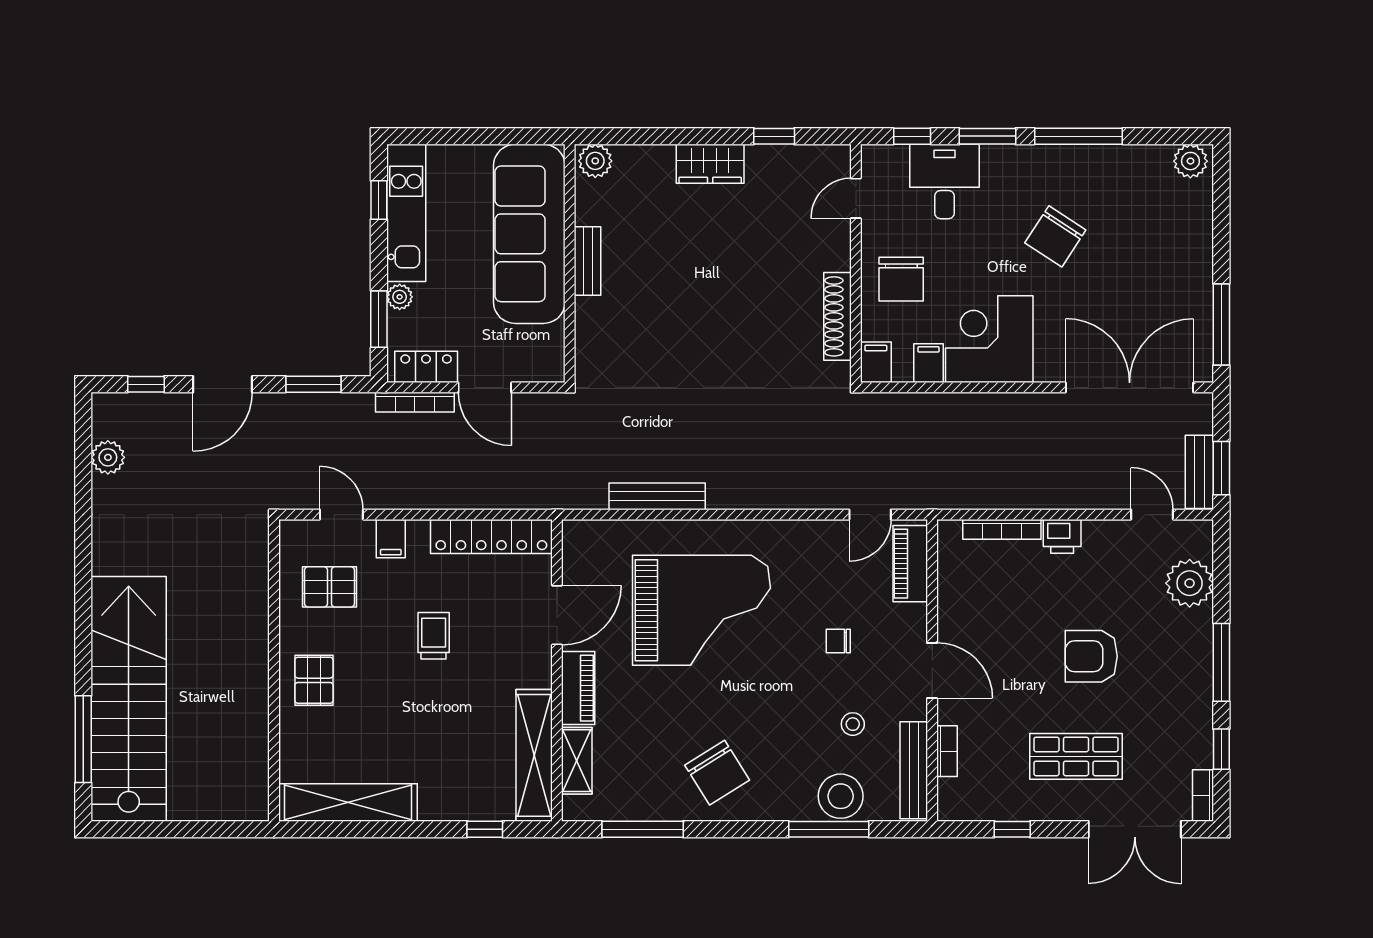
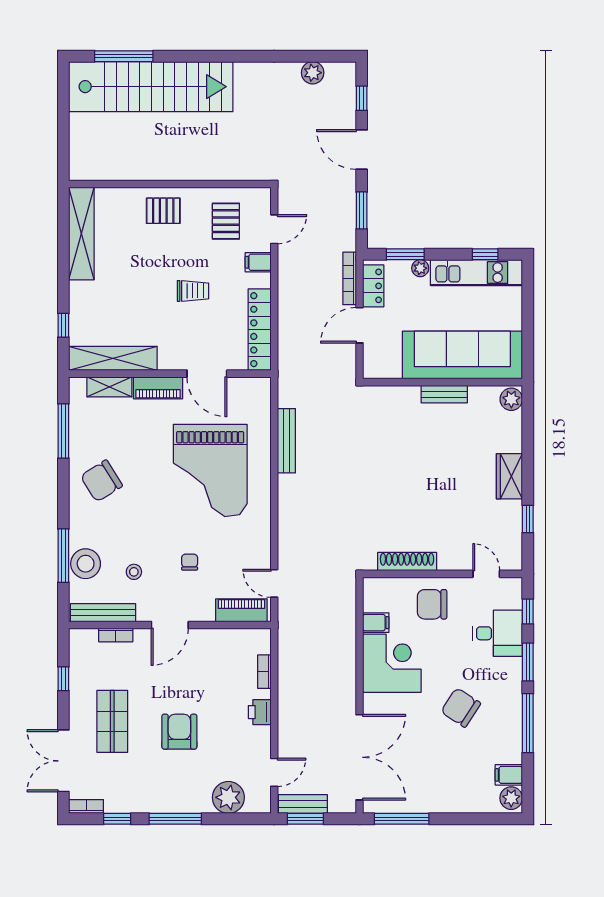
filing cabinet: (876, 362) -> (509, 775), moved, turned 180
bookcase: (1002, 529) -> (264, 672), width x0.64

